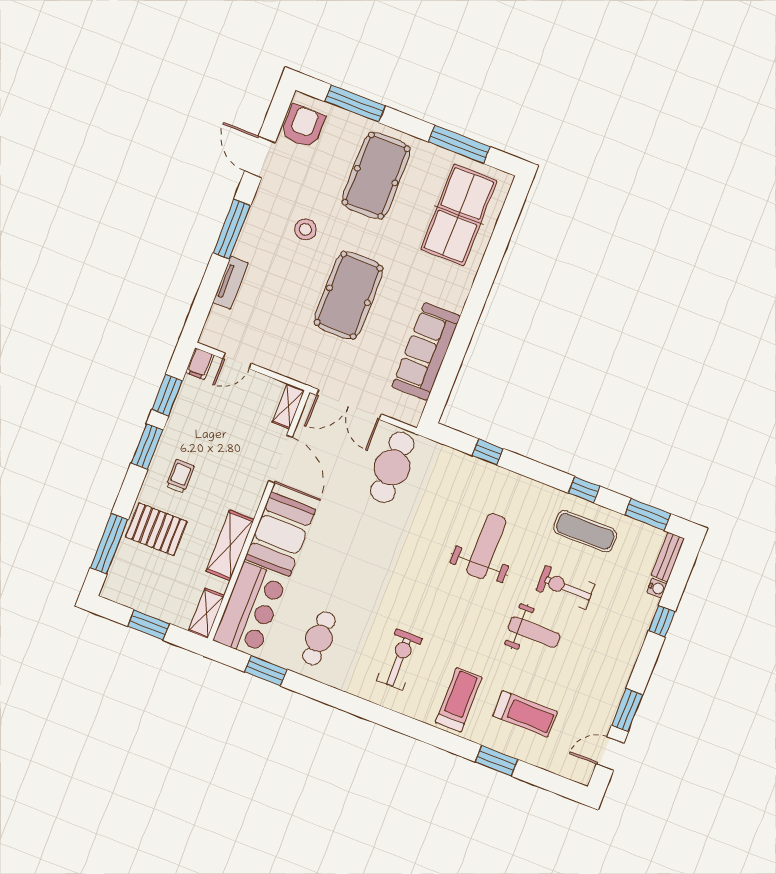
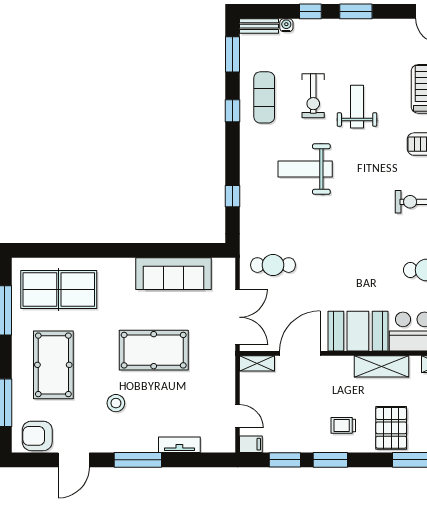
pool table: (376, 176) -> (53, 365), turned 90
cafe table: (392, 467) -> (273, 265), width x0.73, depth x0.74
window: (627, 710) -> (356, 11), moved

